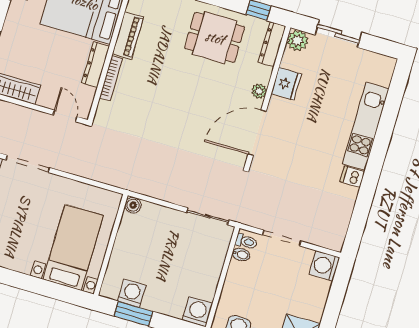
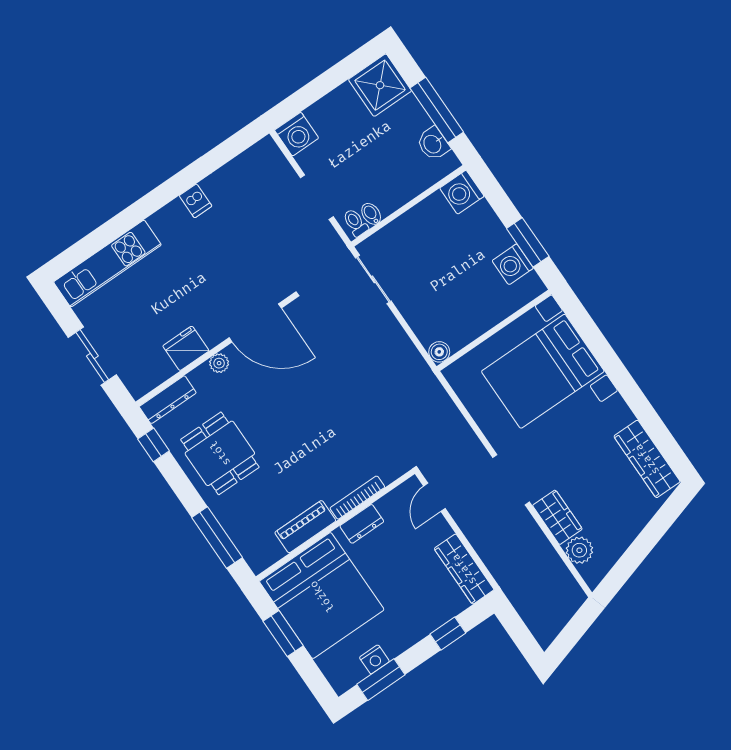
plant: (298, 41) -> (139, 382), removed
dresser: (95, 65) -> (362, 524), width x0.70
kitchen unit: (366, 126) -> (107, 263), moved
bed with nightstands: (73, 247) -> (543, 371), width x1.36

